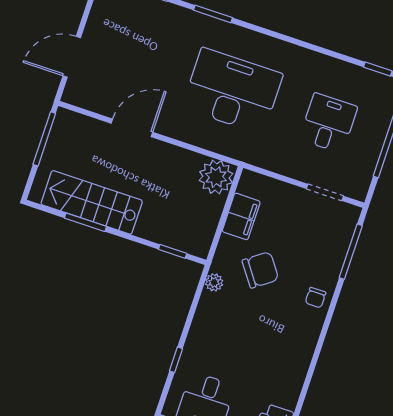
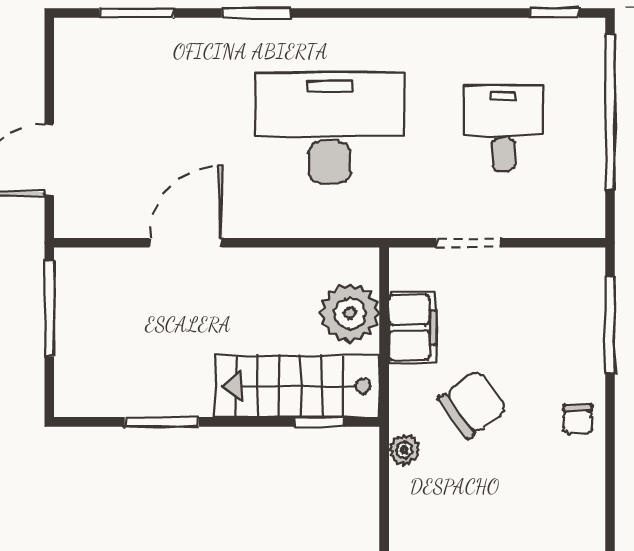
plant: (216, 177) -> (350, 313), moved
doorway: (325, 192) -> (469, 243), moved
stairs: (92, 202) -> (297, 386), moved

